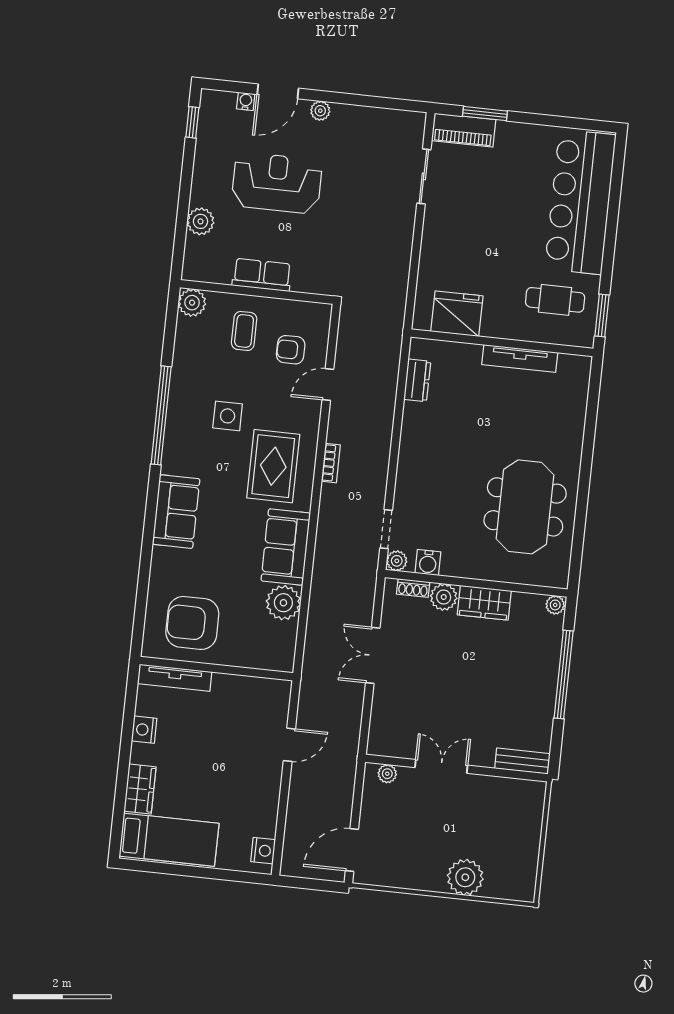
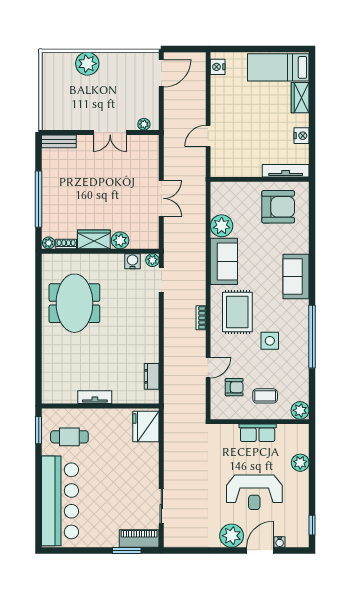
plant: (320, 111) -> (232, 536), width x1.87, depth x1.87
fridge: (457, 314) -> (146, 427), moved, turned 90
coffee table: (244, 331) -> (265, 396), turned 90
tv unit: (520, 358) -> (95, 397), width x0.71
shoe rack: (413, 588) -> (66, 244), moved

